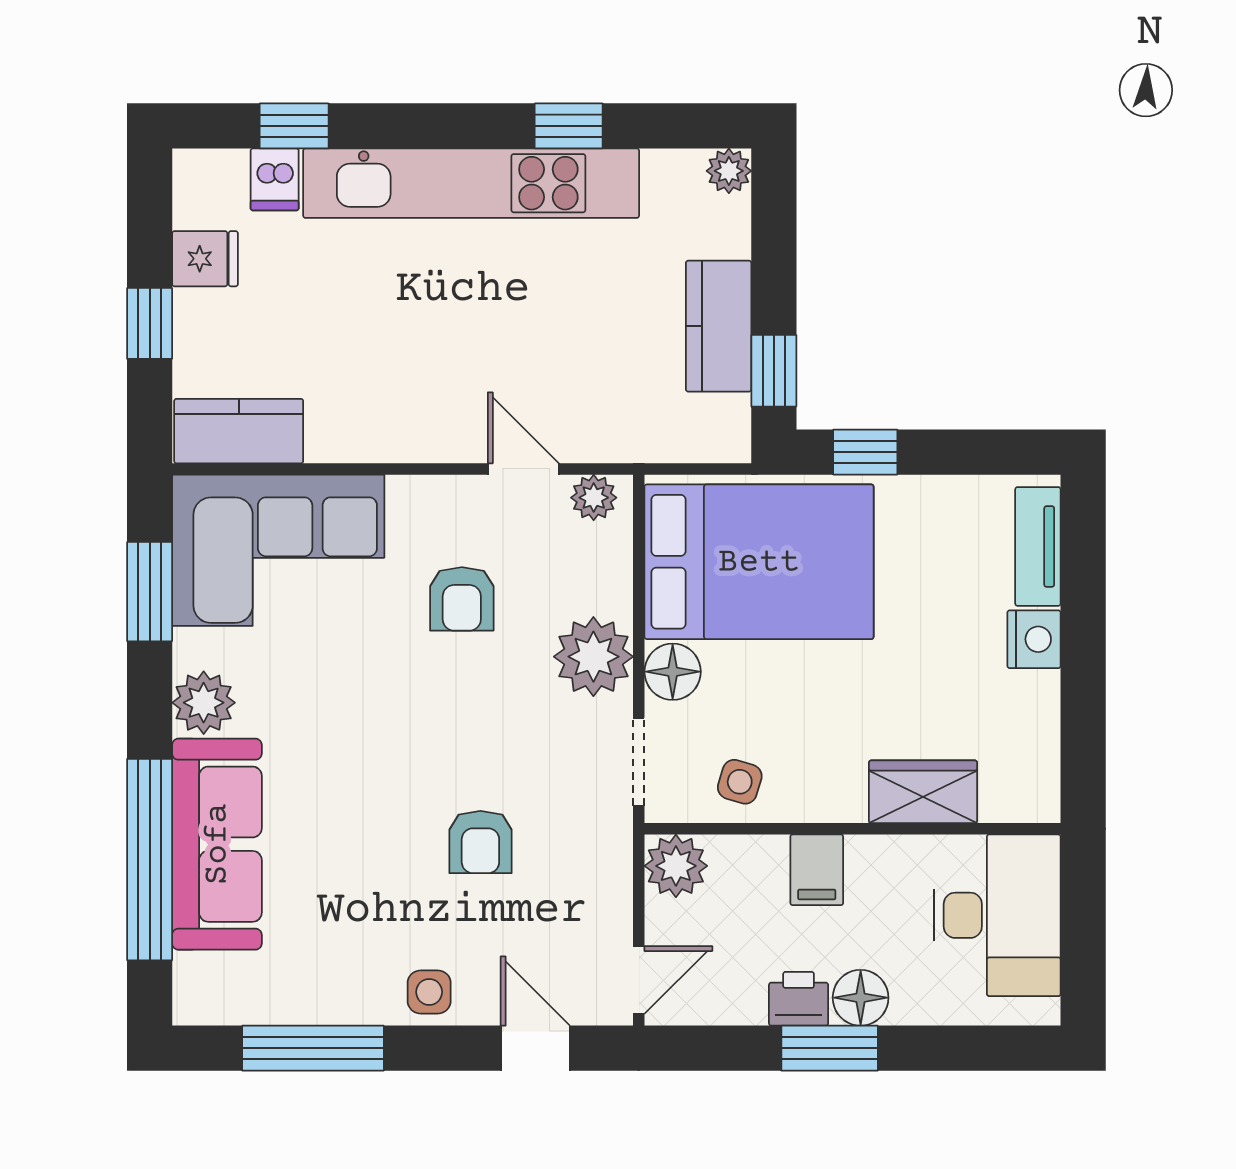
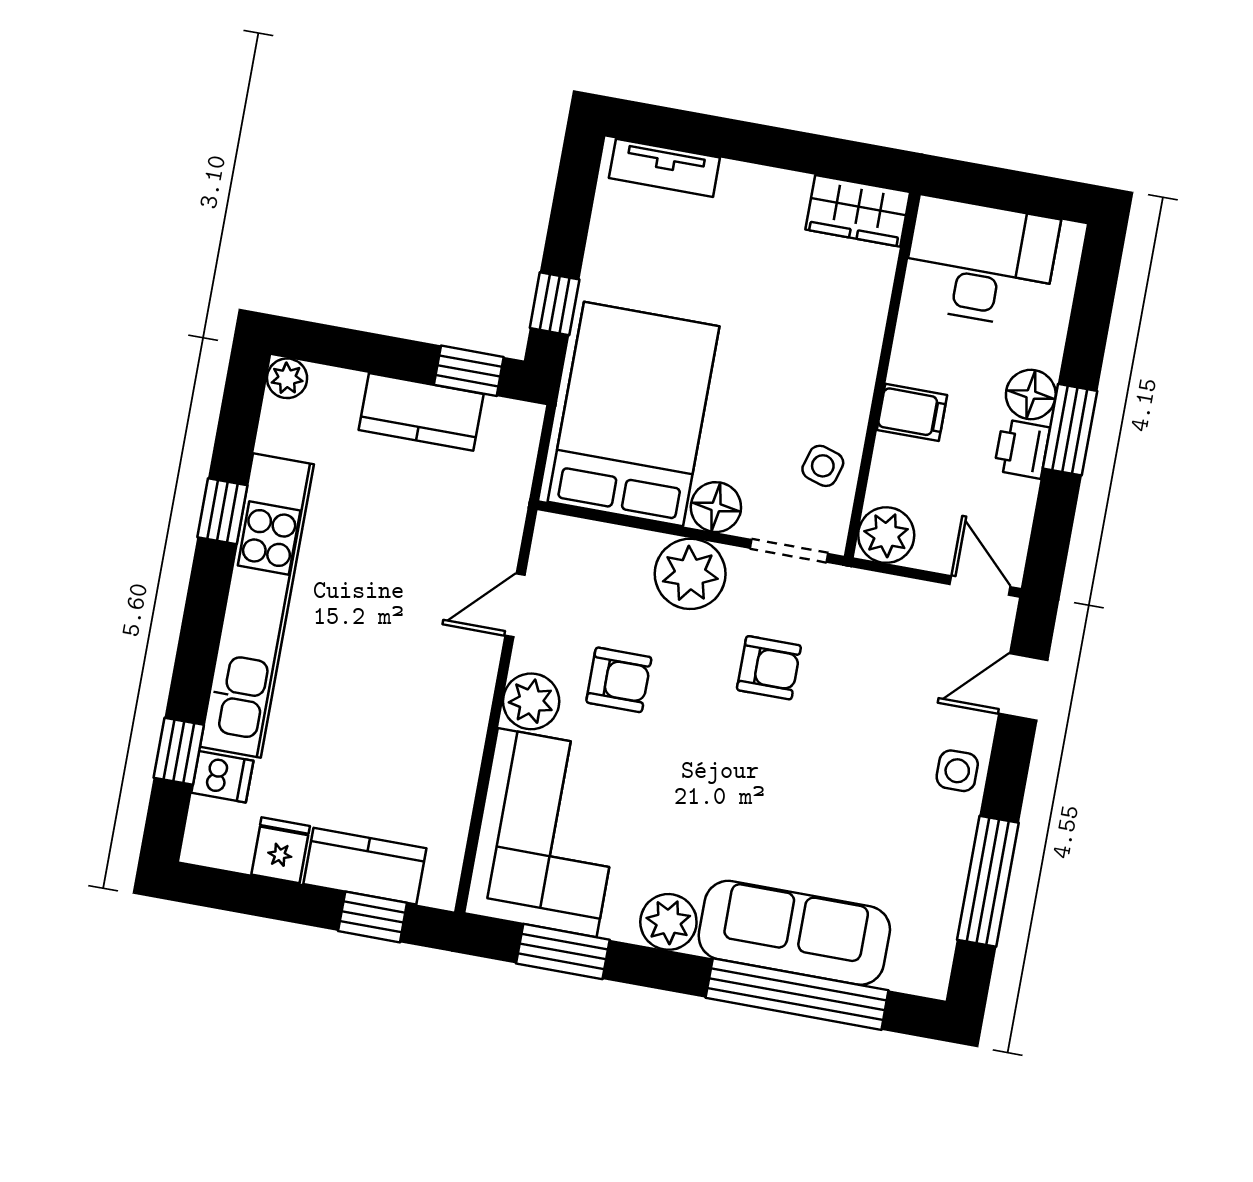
window: (150, 323) -> (373, 917), moved
kitchen counter: (239, 431) -> (365, 866), moved, turned 90
plant: (594, 498) -> (531, 701), moved, width x1.38, depth x1.38
nightstand: (1034, 639) -> (745, 186), removed
wardrobe: (923, 792) -> (858, 211), moved, turned -90
armchair: (480, 842) -> (769, 668), moved

